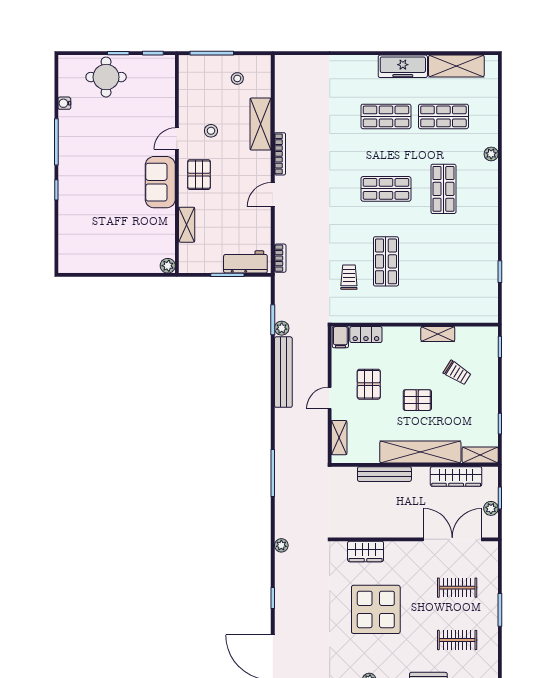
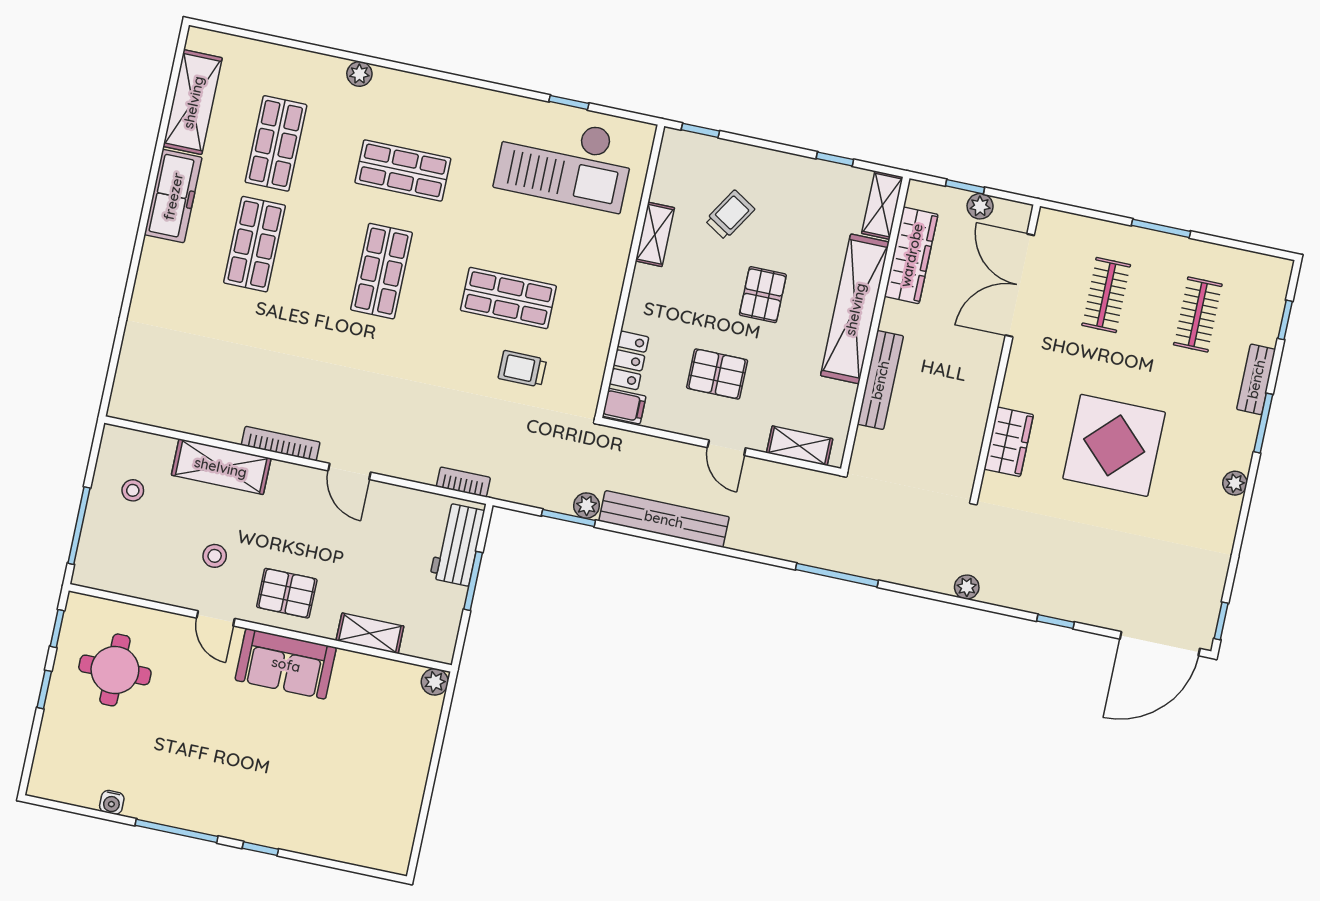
round table: (106, 77) -> (115, 670), moved
checkout: (467, 276) -> (565, 161), added

